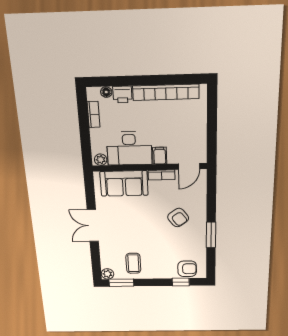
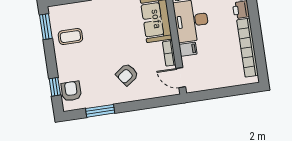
window: (211, 235) -> (100, 111), moved
armchair: (187, 269) -> (71, 91), turned 180
plant: (107, 274) -> (54, 12), removed

